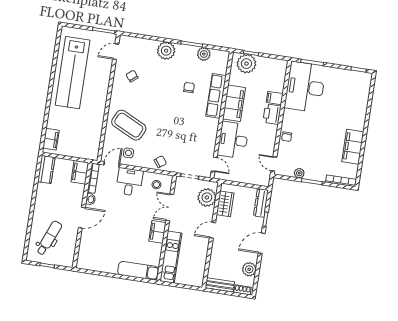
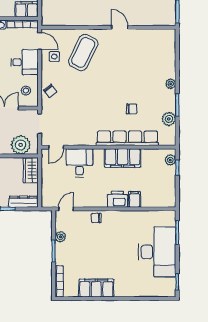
plant: (166, 51) -> (171, 84), width x0.53, depth x0.53
door: (116, 52) -> (120, 27), moved
plant: (246, 64) -> (170, 160), width x0.53, depth x0.53
chair: (132, 76) -> (135, 48), removed
desk: (305, 87) -> (157, 252), moved, turned 90
row of seats: (216, 96) -> (127, 138), width x1.36
desk: (233, 140) -> (79, 163), width x0.73
wardrobe: (225, 204) -> (31, 170), moved, turned 90

